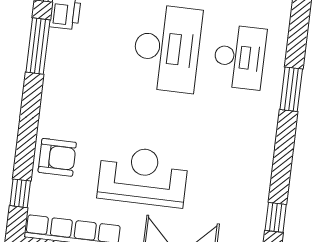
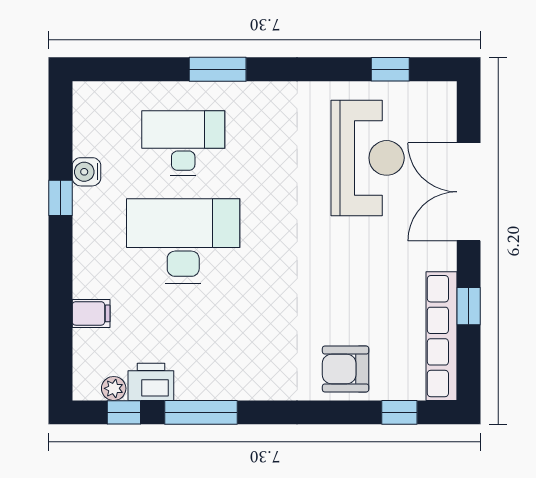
armchair: (57, 157) -> (346, 369), turned -90
reception desk: (143, 176) -> (368, 158), moved, turned 180

